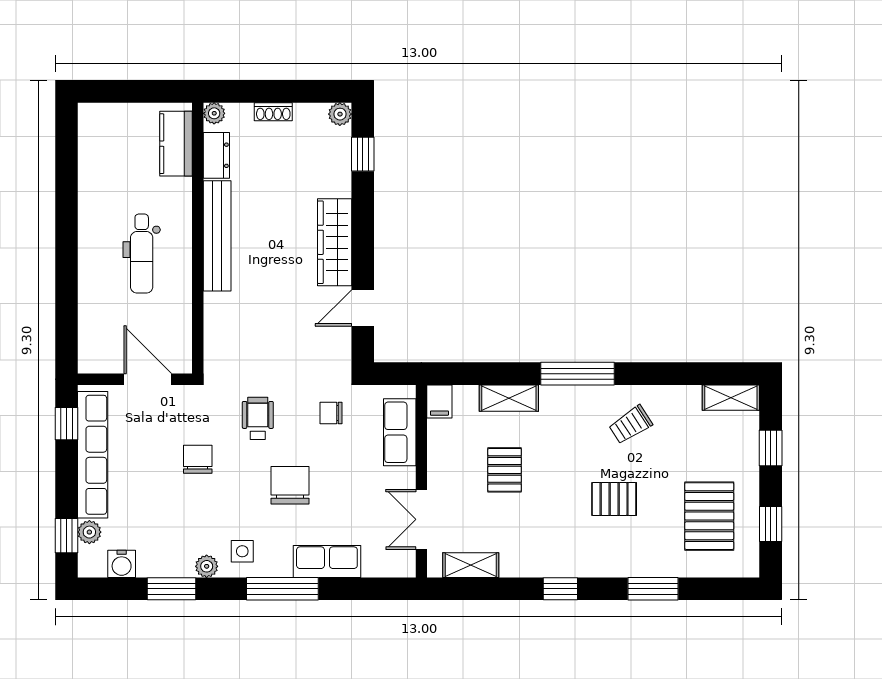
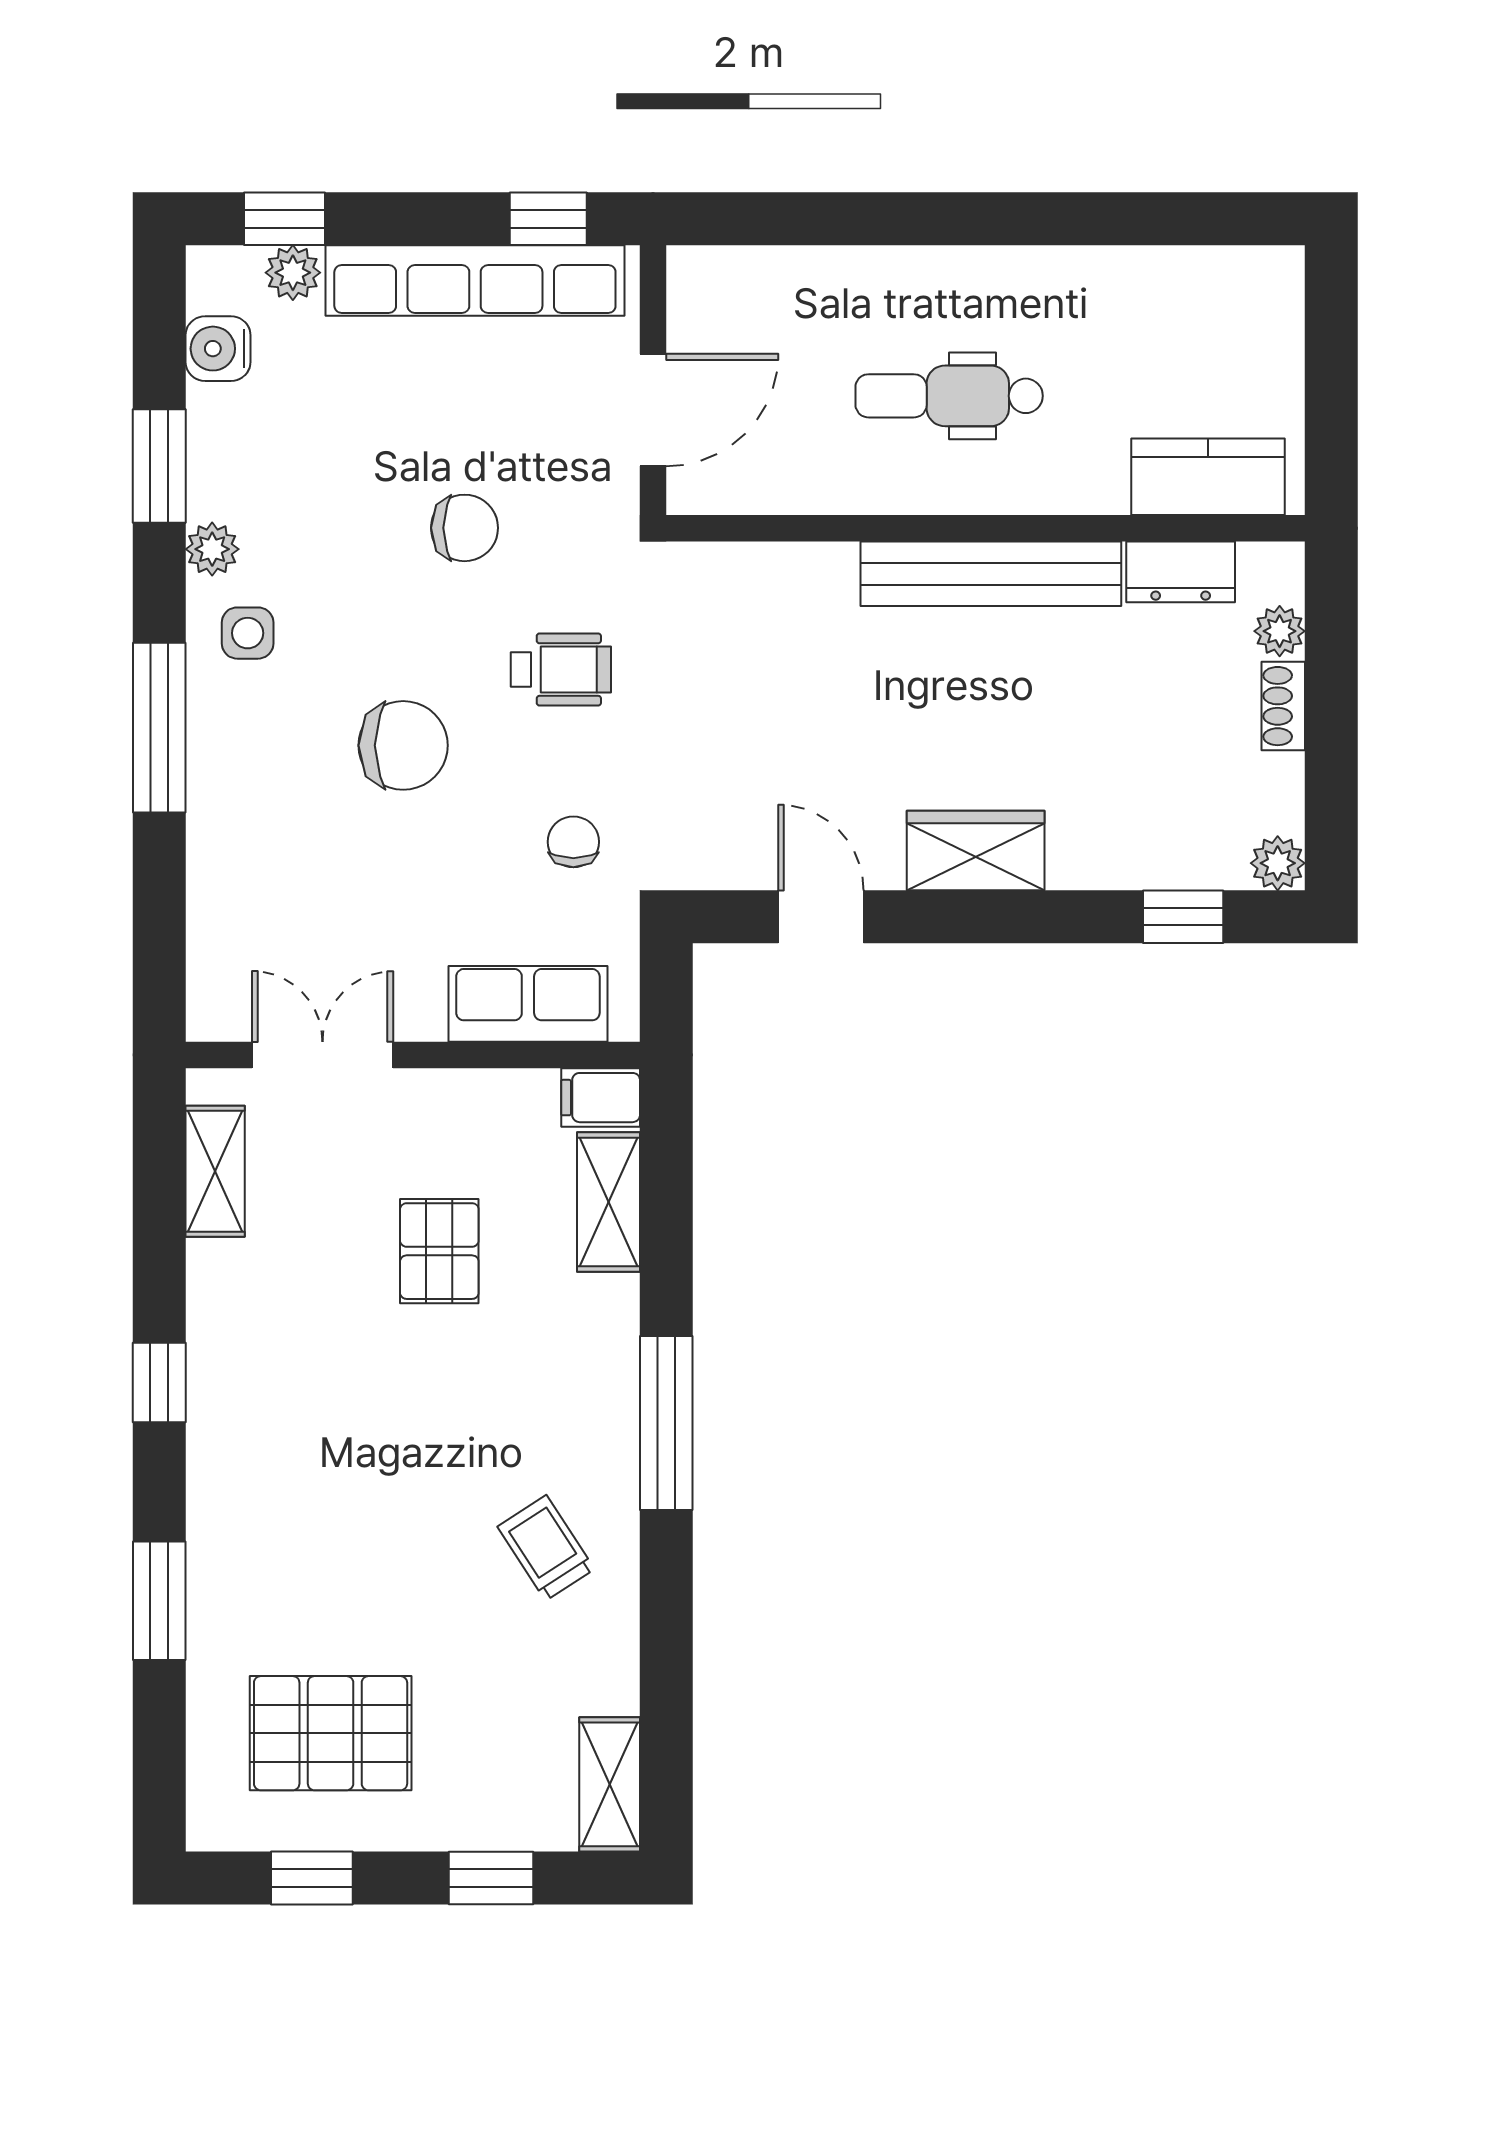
plant: (214, 113) -> (1280, 631), moved
wardrobe: (335, 242) -> (976, 850), width x0.67
shelving: (509, 398) -> (608, 1202), moved
pallet: (505, 470) -> (439, 1251), turned 90
pallet: (614, 499) -> (371, 1509), removed
row of seats: (327, 562) -> (223, 832), removed

